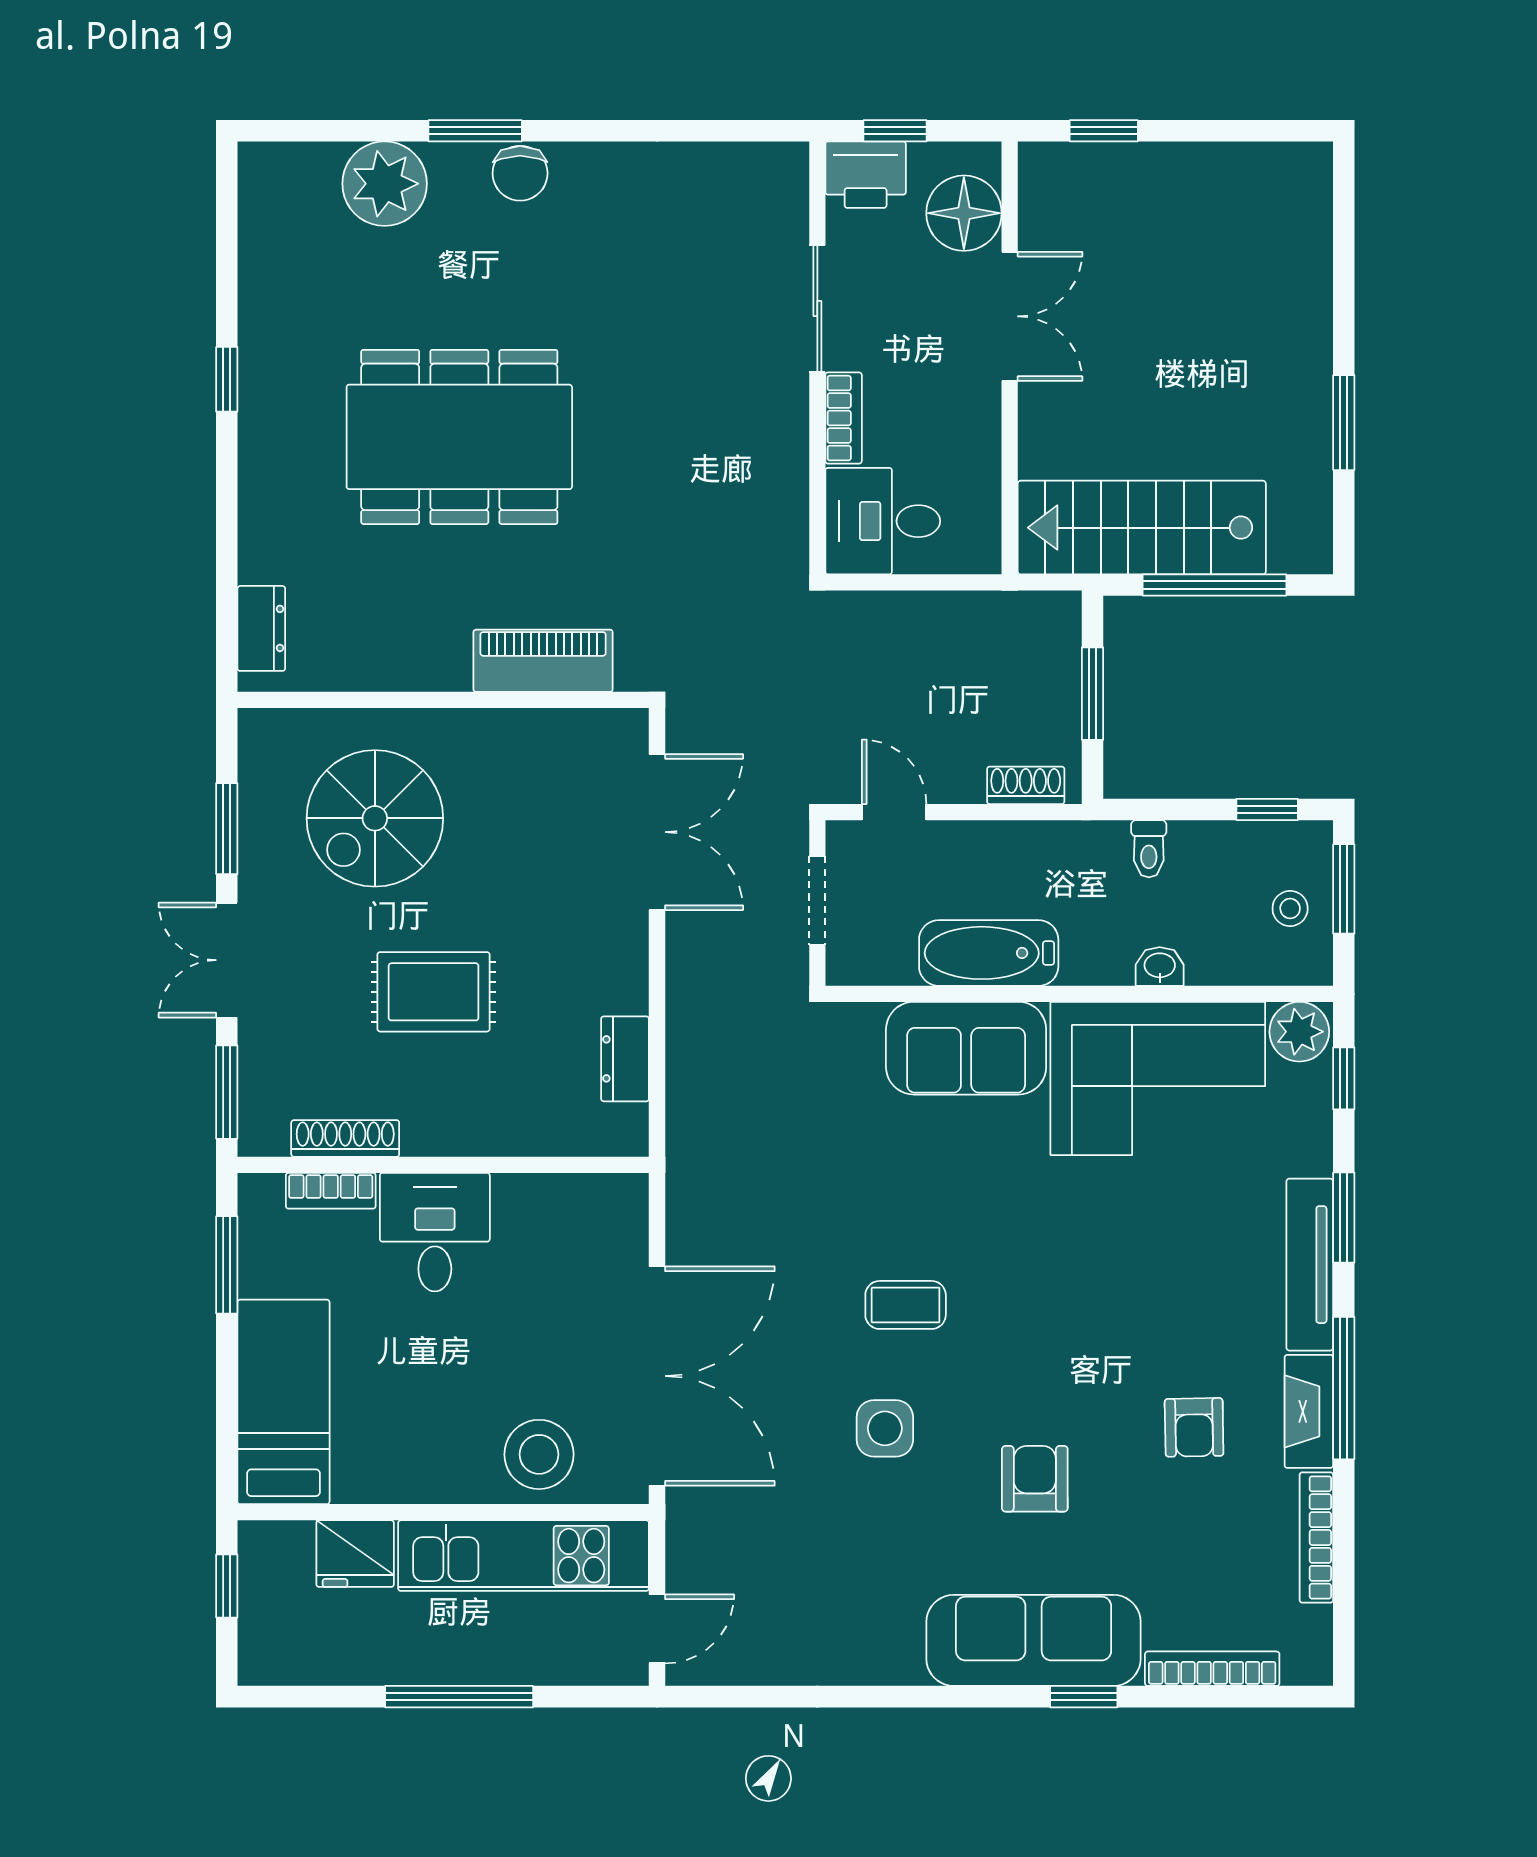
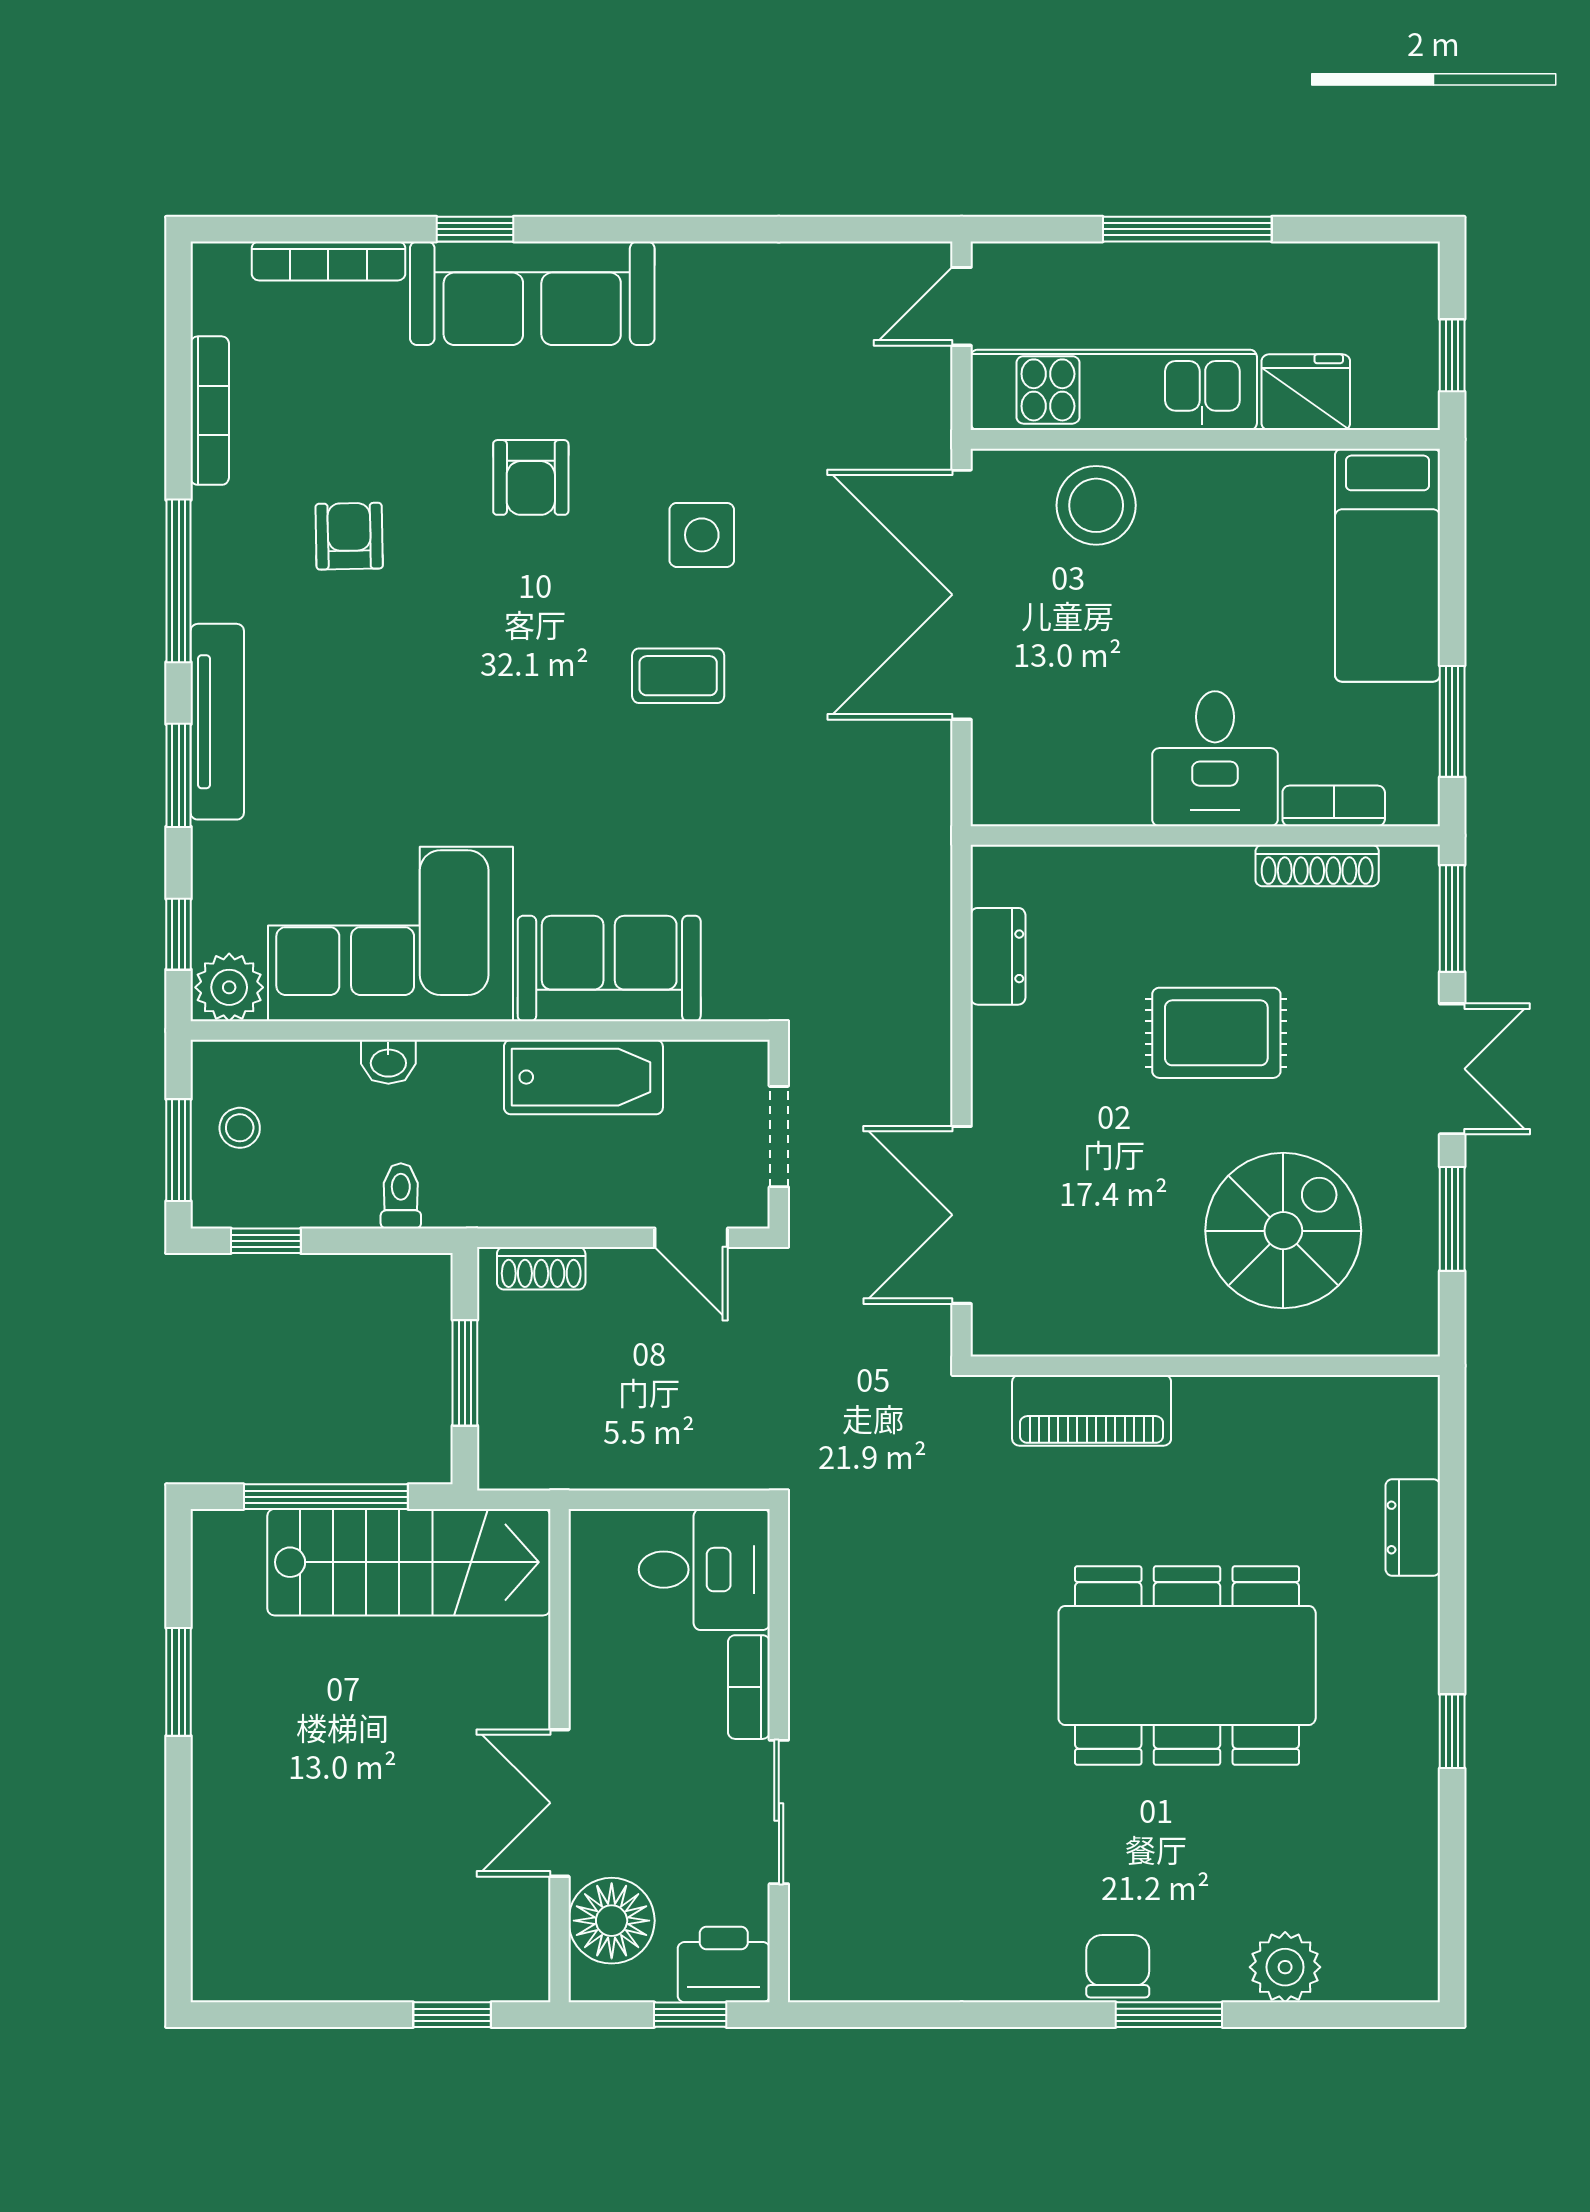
plant: (385, 184) -> (1285, 1967), width x0.73, depth x0.73
dresser: (261, 628) -> (1413, 1527), moved
fireplace: (1309, 1411) -> (218, 554), removed

